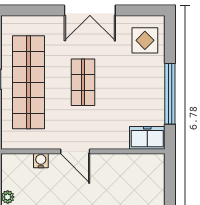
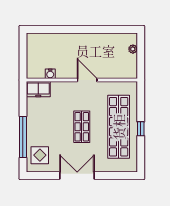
window: (170, 94) -> (23, 137), moved
water cooler: (41, 161) -> (50, 74), moved

